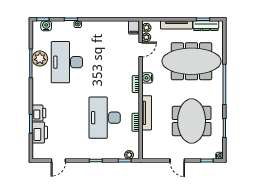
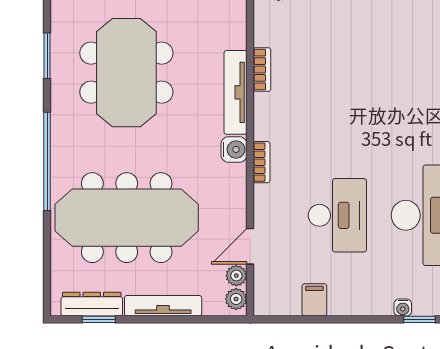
filing cabinet: (134, 27) -> (314, 300), moved
water cooler: (147, 78) -> (234, 149), moved
desk: (105, 118) -> (337, 215), moved, width x0.73, depth x0.77

